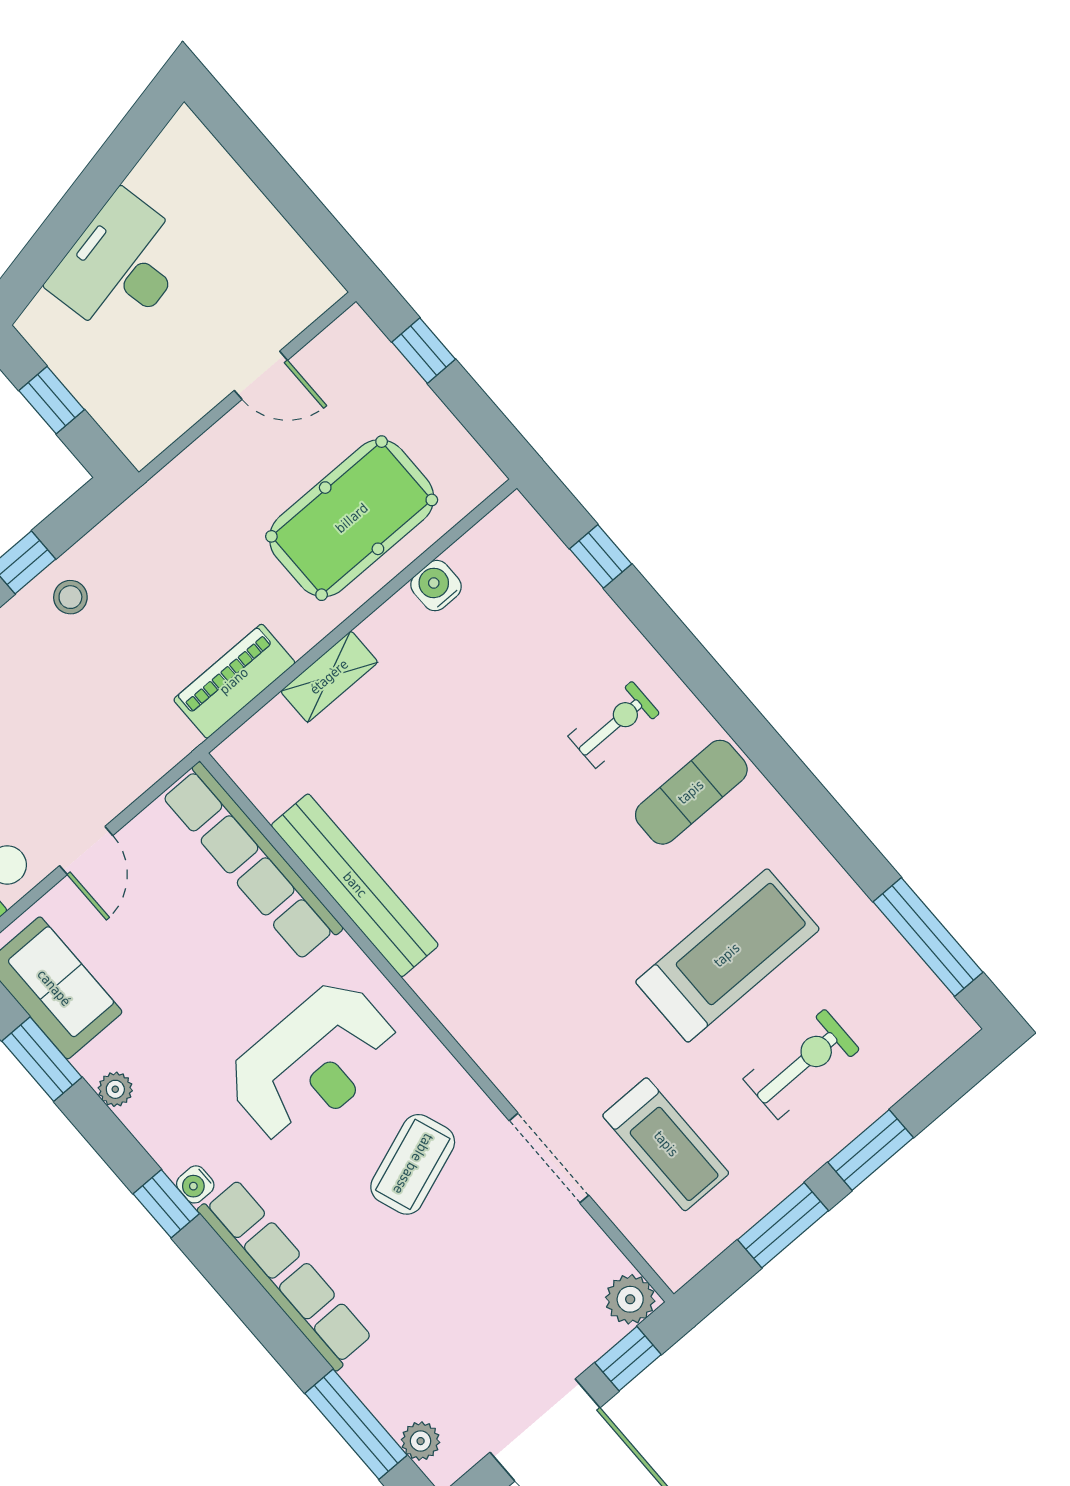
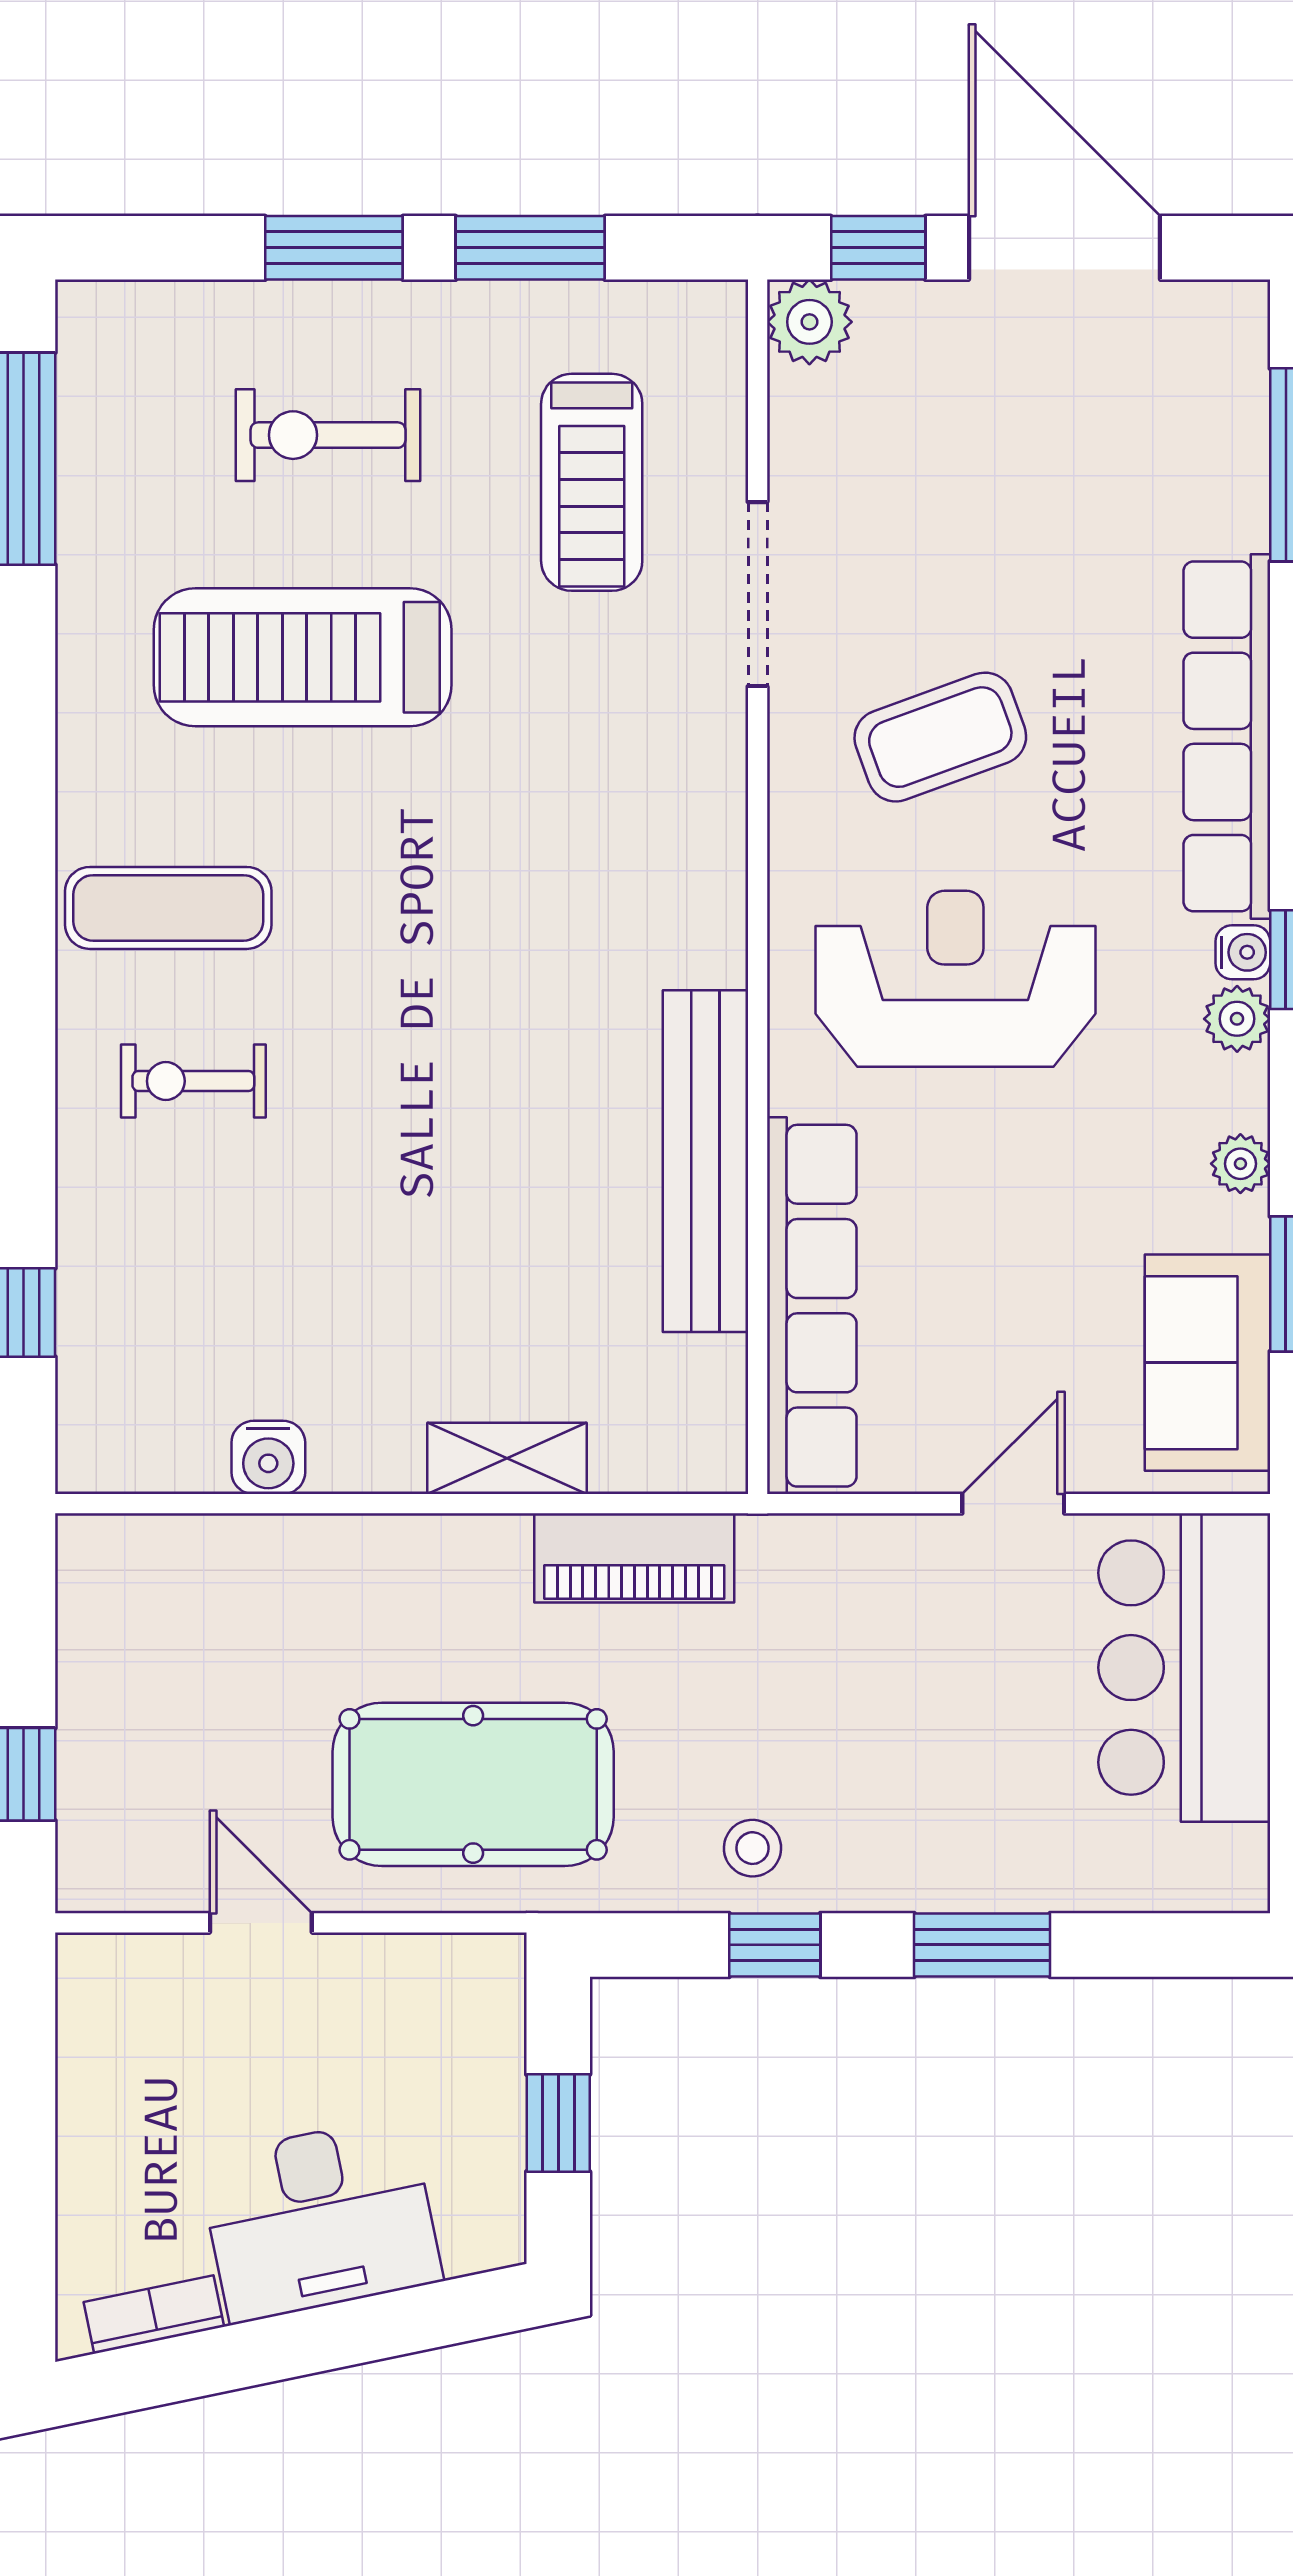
bookcase: (158, 160) -> (154, 2314), added
pool table: (352, 518) -> (473, 1784), moved
treadmill: (666, 1144) -> (592, 482), turned 180
plant: (421, 1441) -> (1237, 1019), moved

